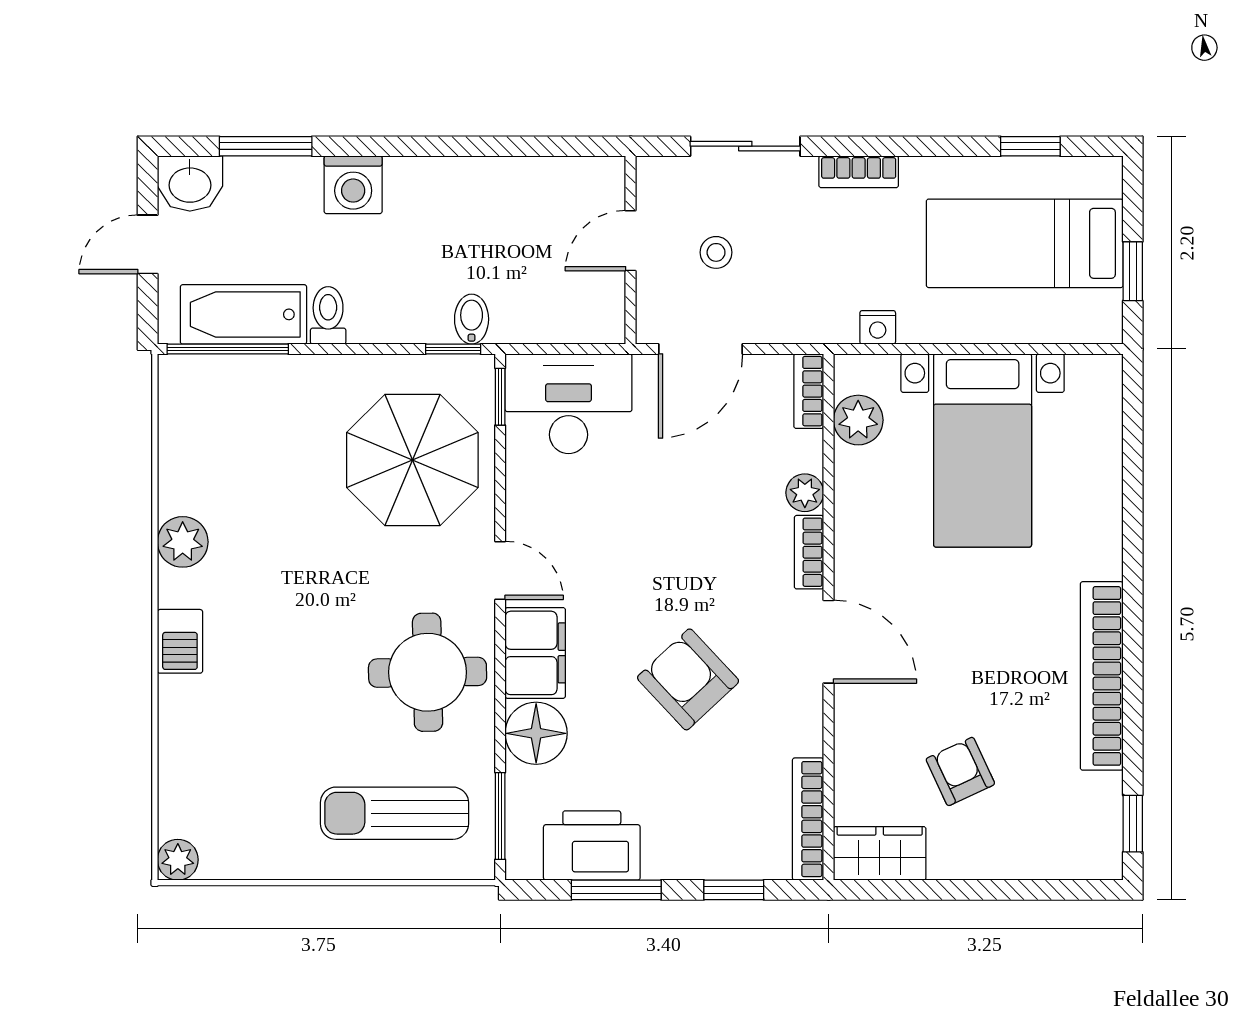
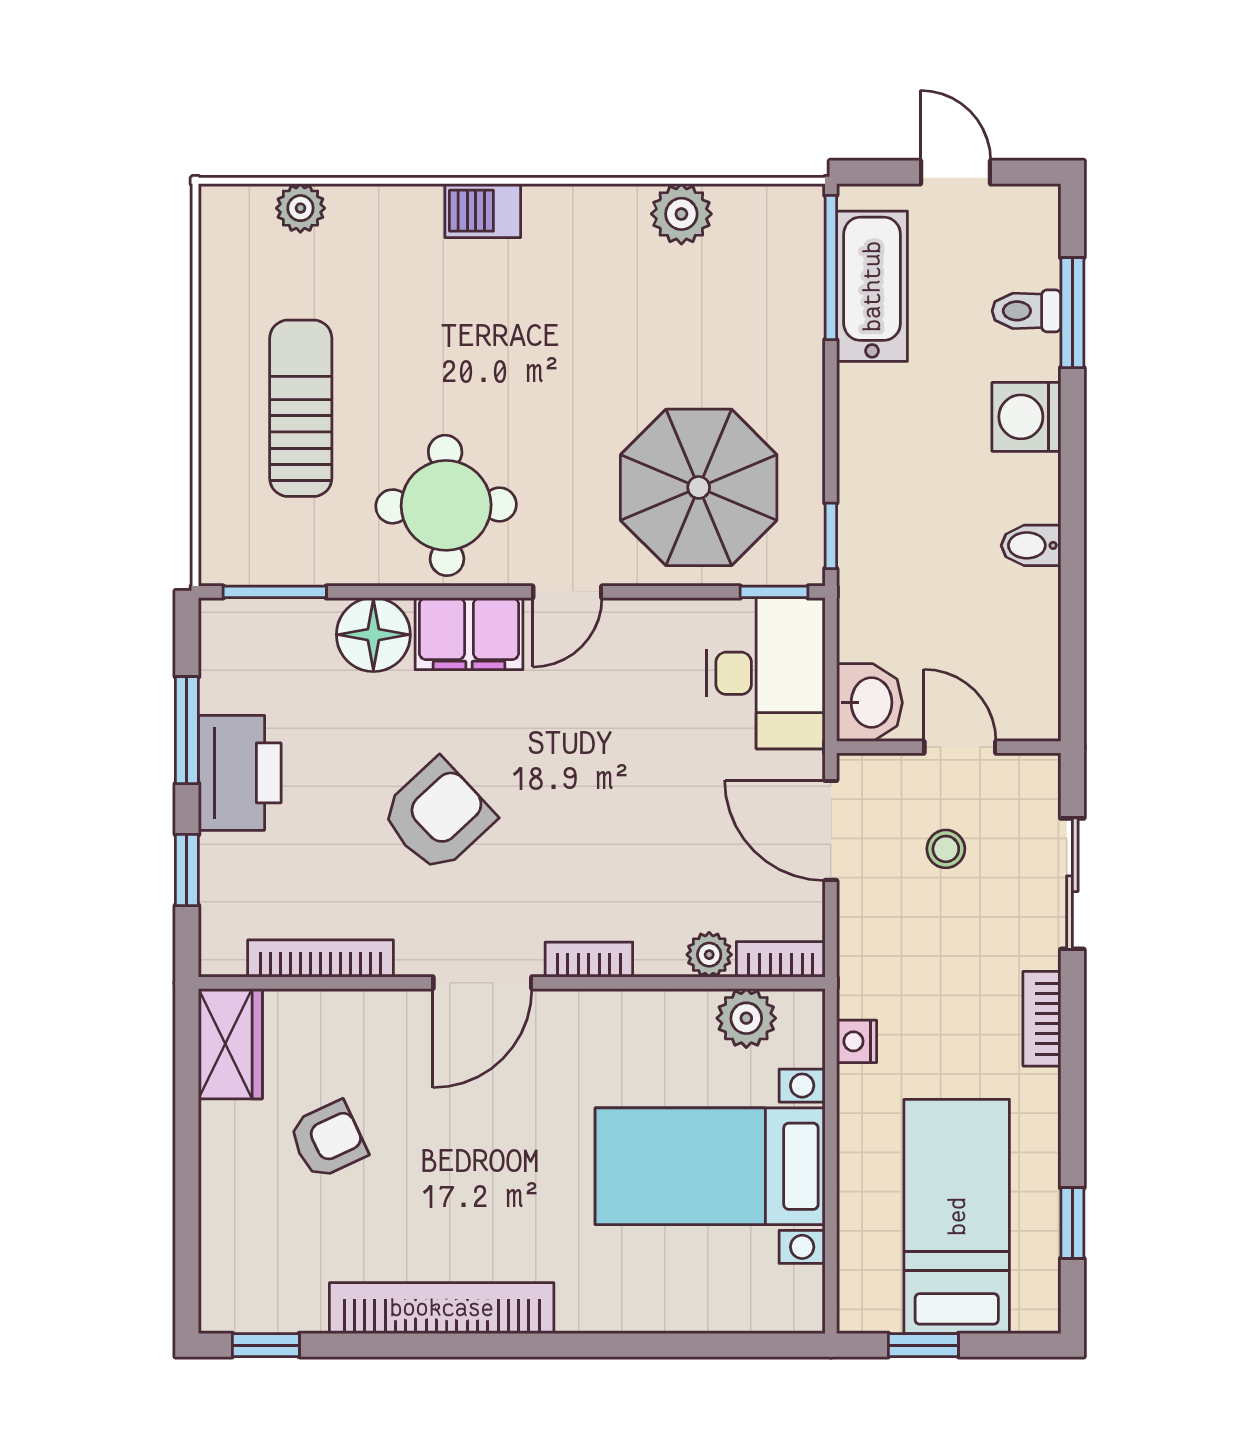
washbasin: (190, 183) -> (869, 703), moved, turned 180
toilet: (328, 315) -> (1027, 311), moved, turned 180
bidet: (472, 319) -> (1031, 545), moved, turned 180
plant: (805, 493) -> (709, 955), moved
plant: (183, 542) -> (681, 214), moved
sun lounger: (394, 813) -> (301, 408), moved
bookcase: (808, 819) -> (321, 958), moved
printer: (592, 845) -> (240, 773), moved
plant: (178, 860) -> (300, 208), moved

